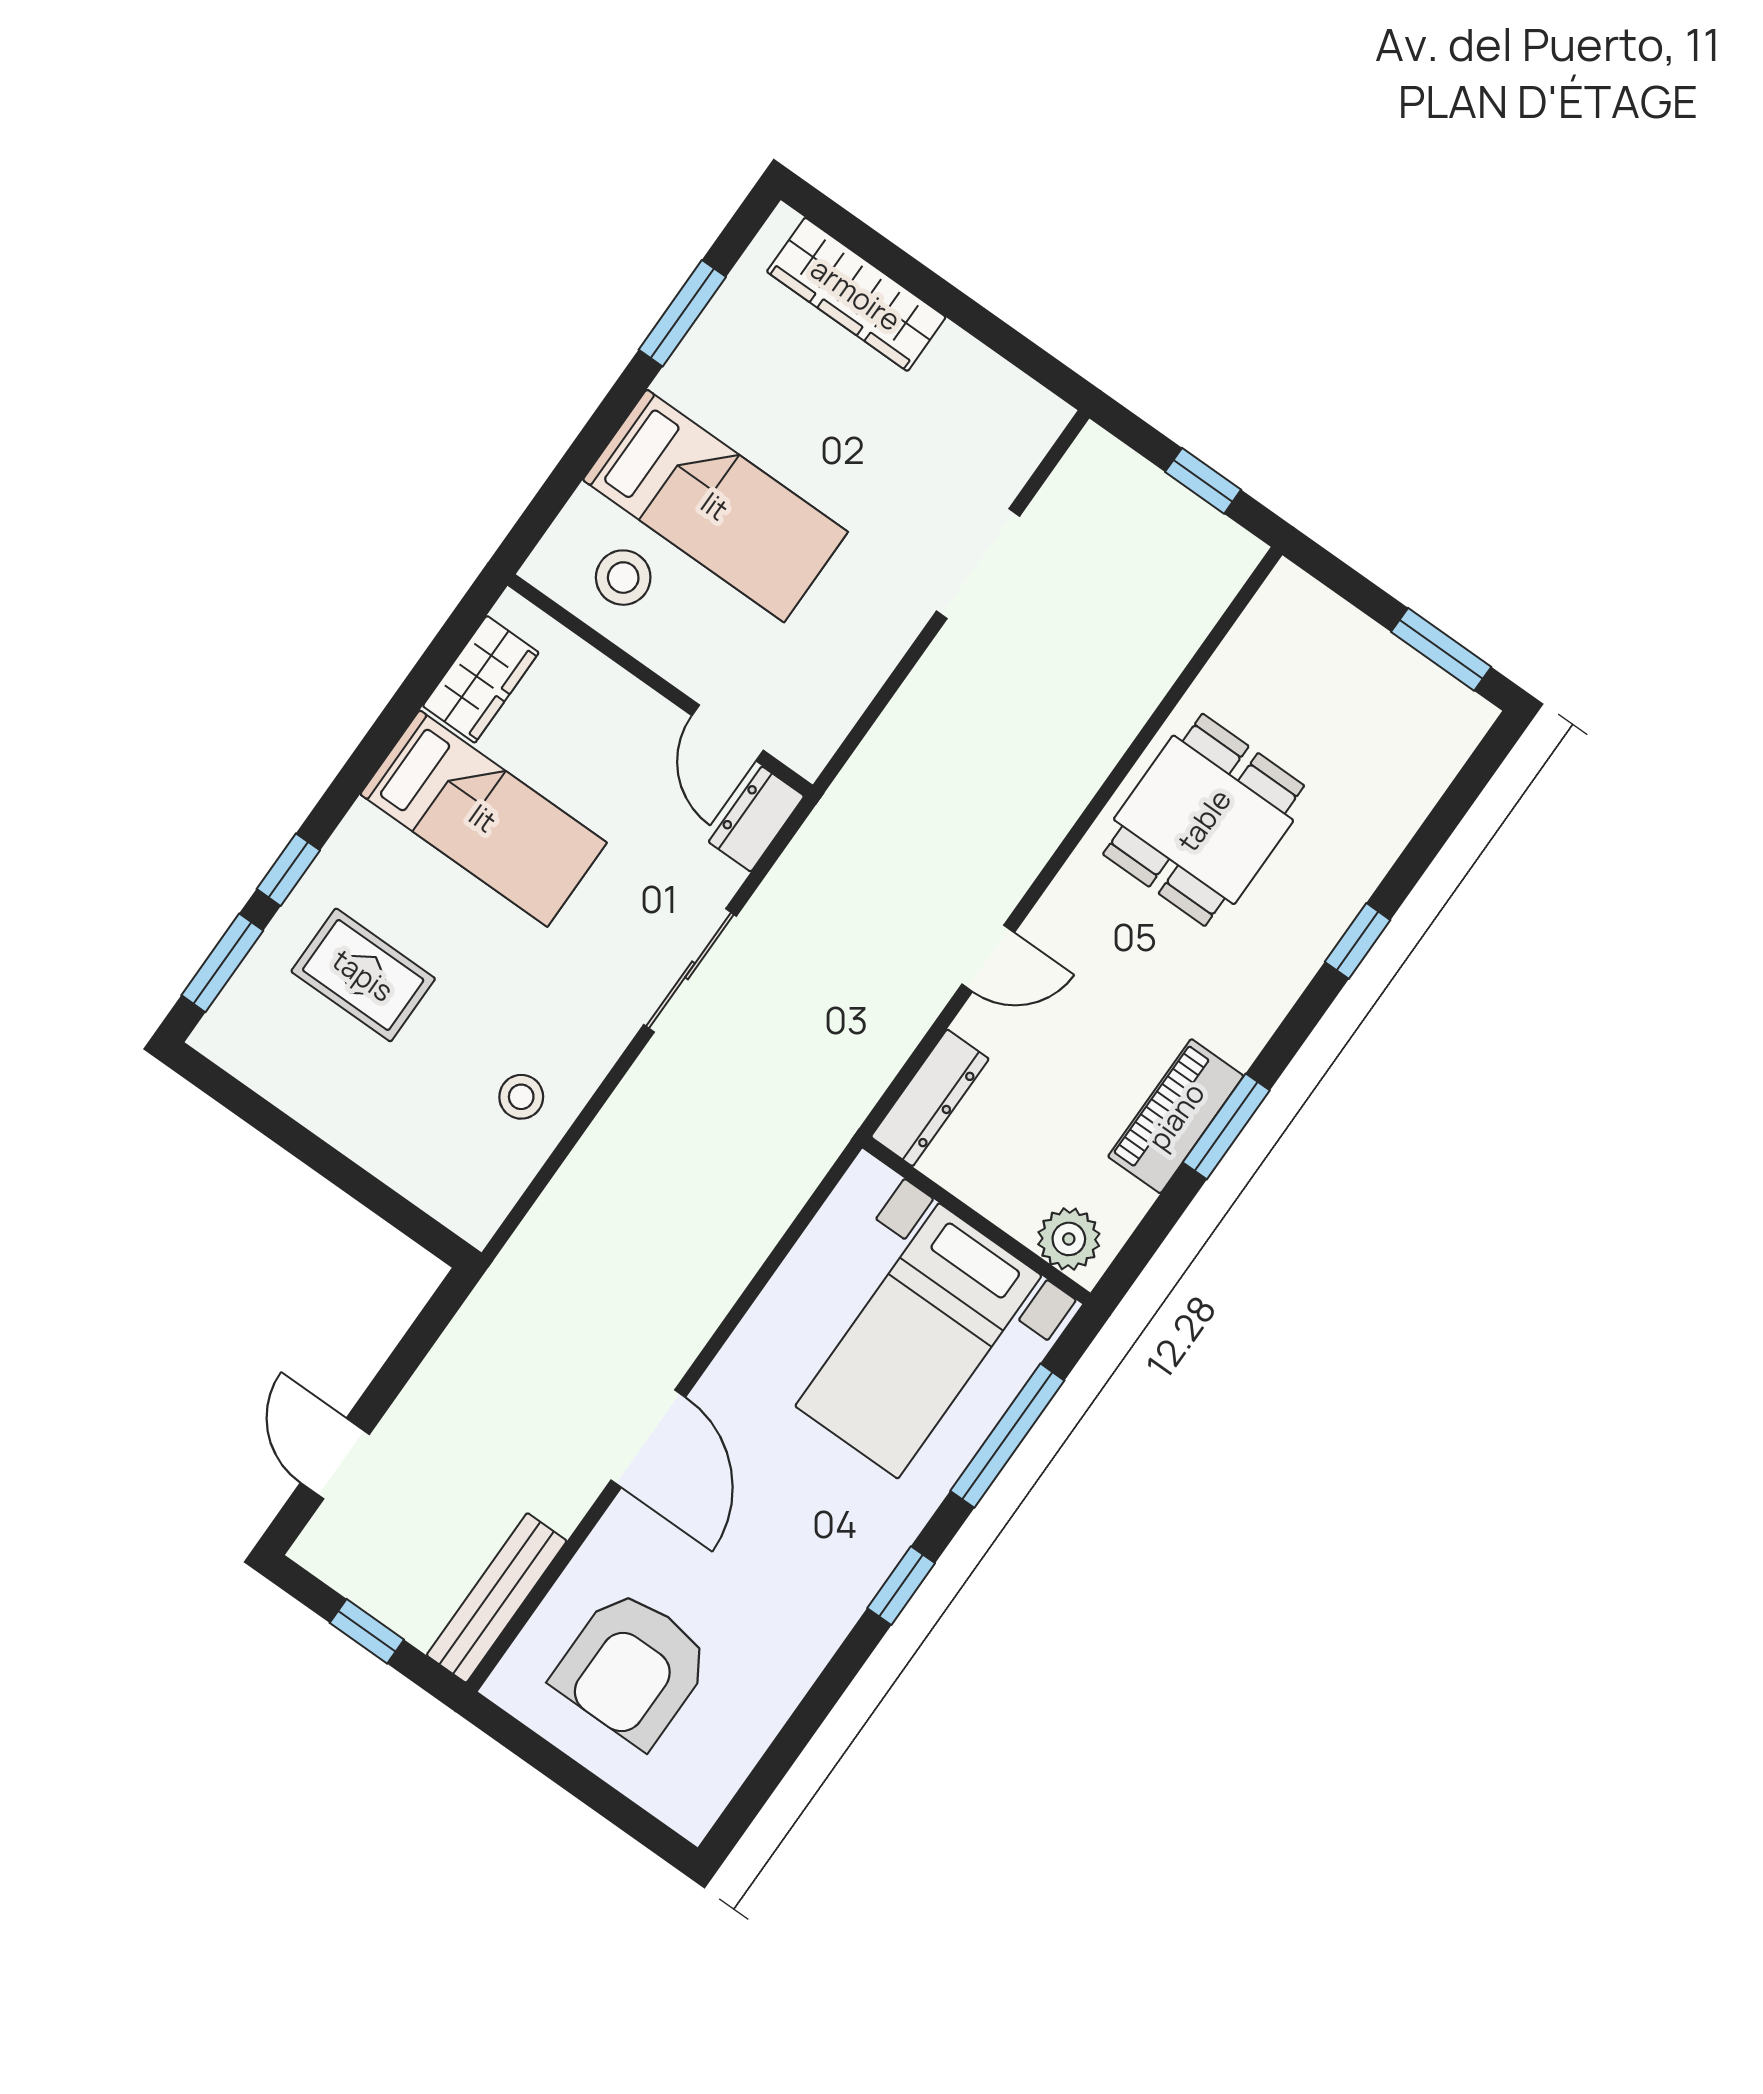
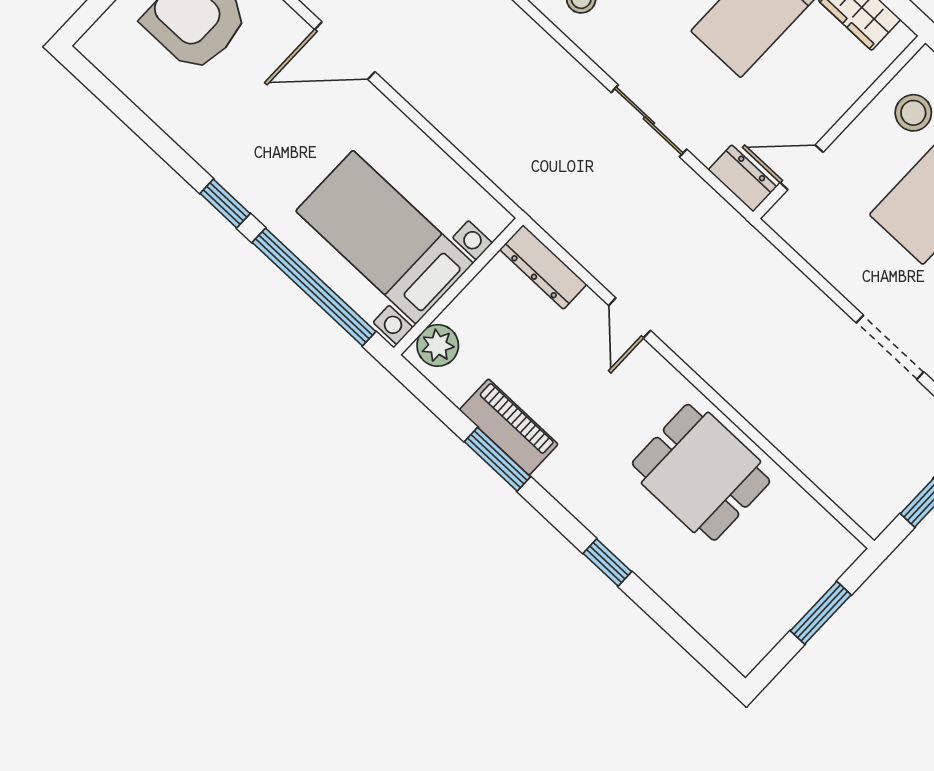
window: (1441, 649) -> (821, 613), moved
window: (1007, 1436) -> (314, 287), width x1.46

